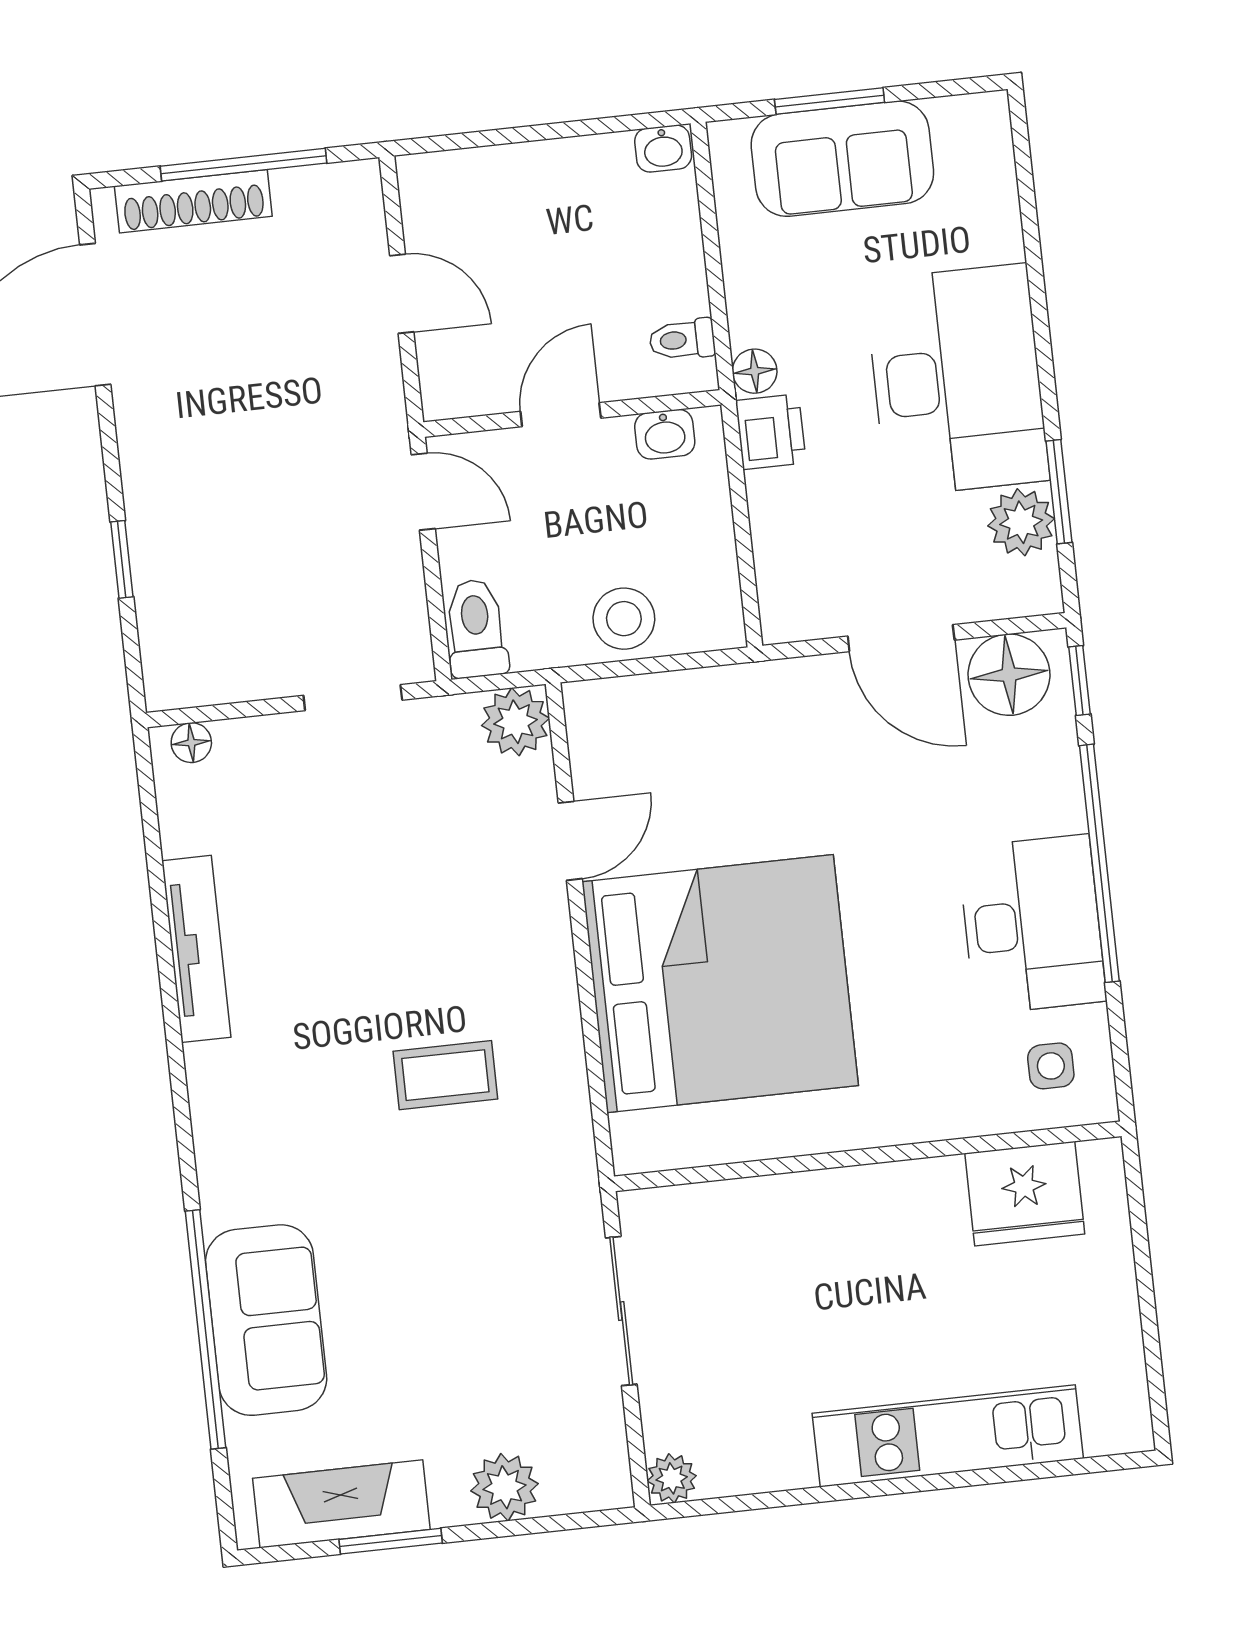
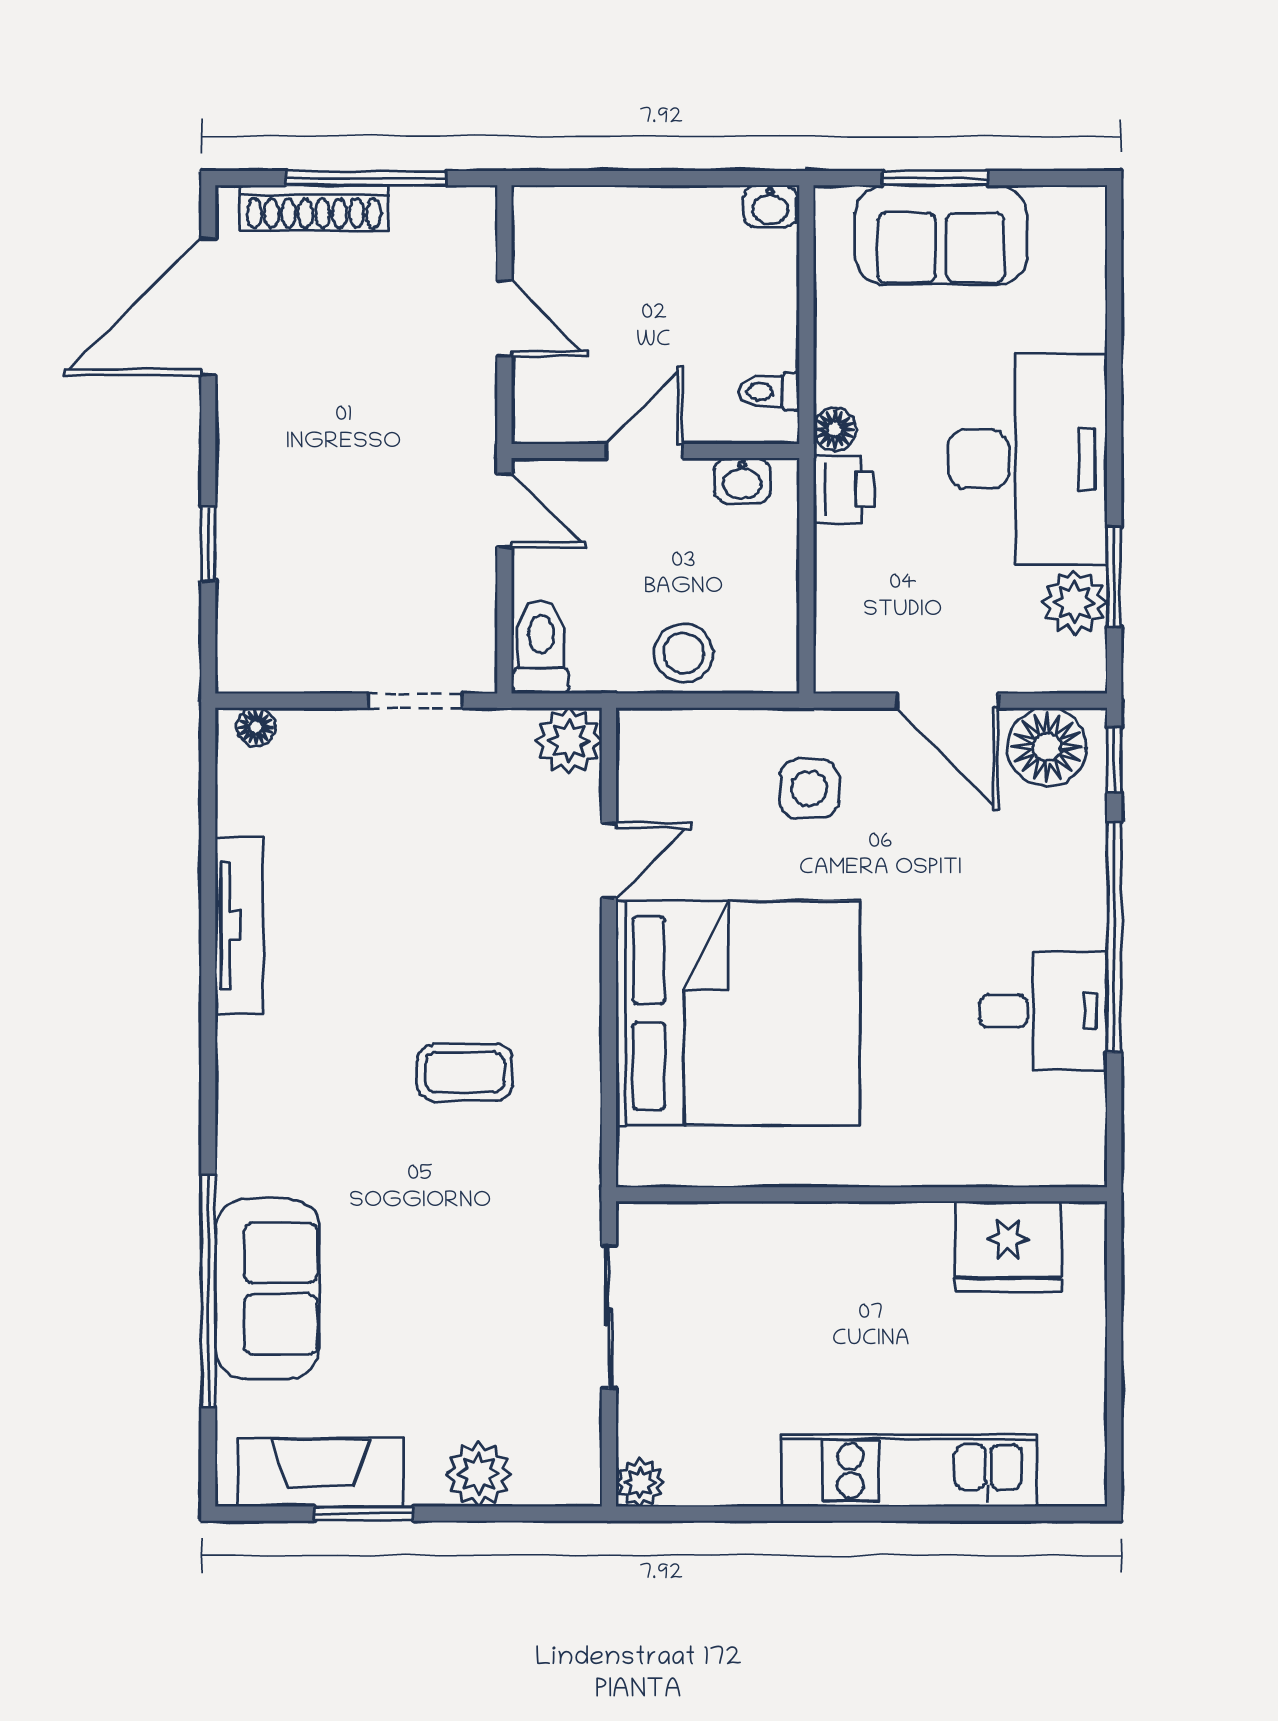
desk: (1032, 924) -> (1043, 1011), width x0.73
side table: (1051, 1066) -> (809, 789), moved, width x1.37, depth x1.37

